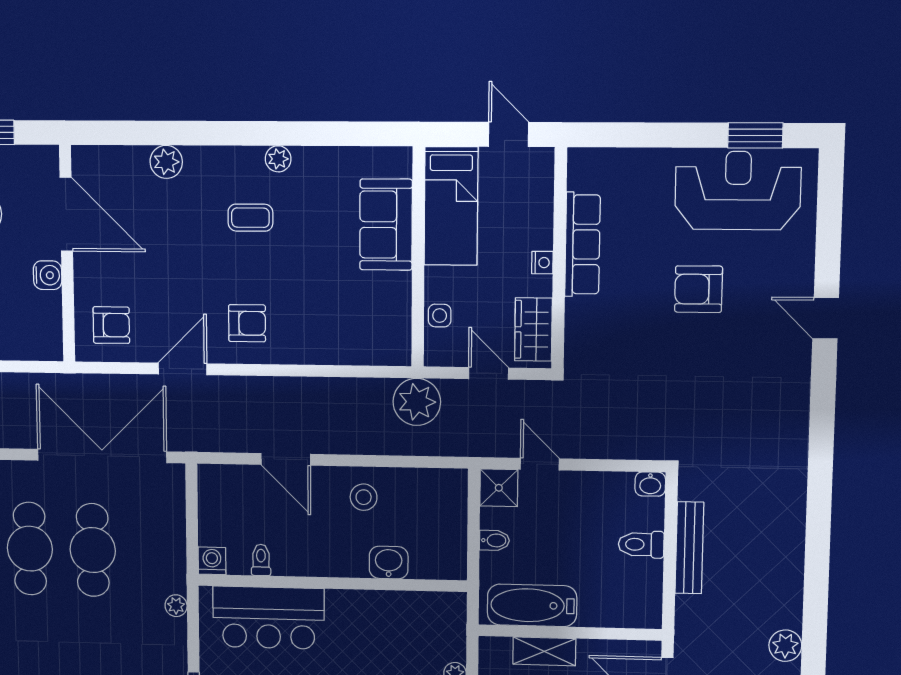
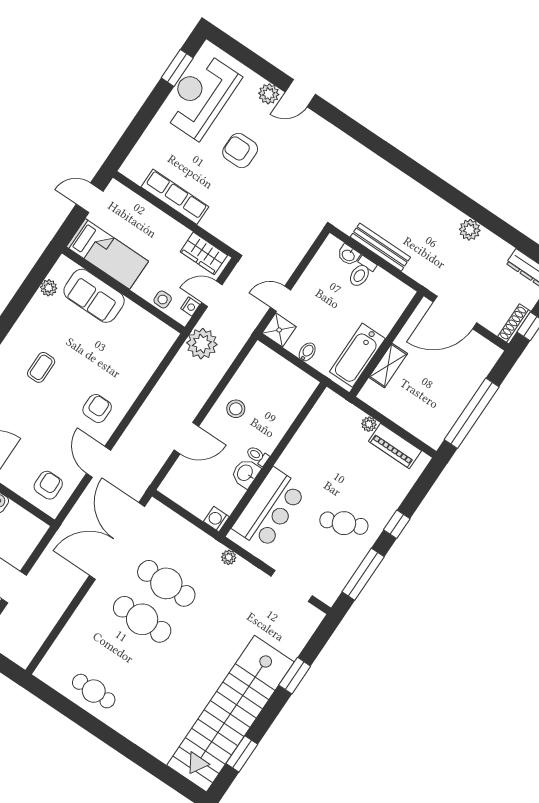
plant: (278, 159) -> (49, 288), moved
nightstand: (542, 263) -> (190, 307), moved, turned 90
plant: (798, 278) -> (269, 94), added
armchair: (699, 289) -> (240, 151), turned 90
washbasin: (650, 484) -> (348, 255), moved, turned 90
toilet: (261, 560) -> (257, 456), moved
washbasin: (389, 563) -> (245, 473), moved

